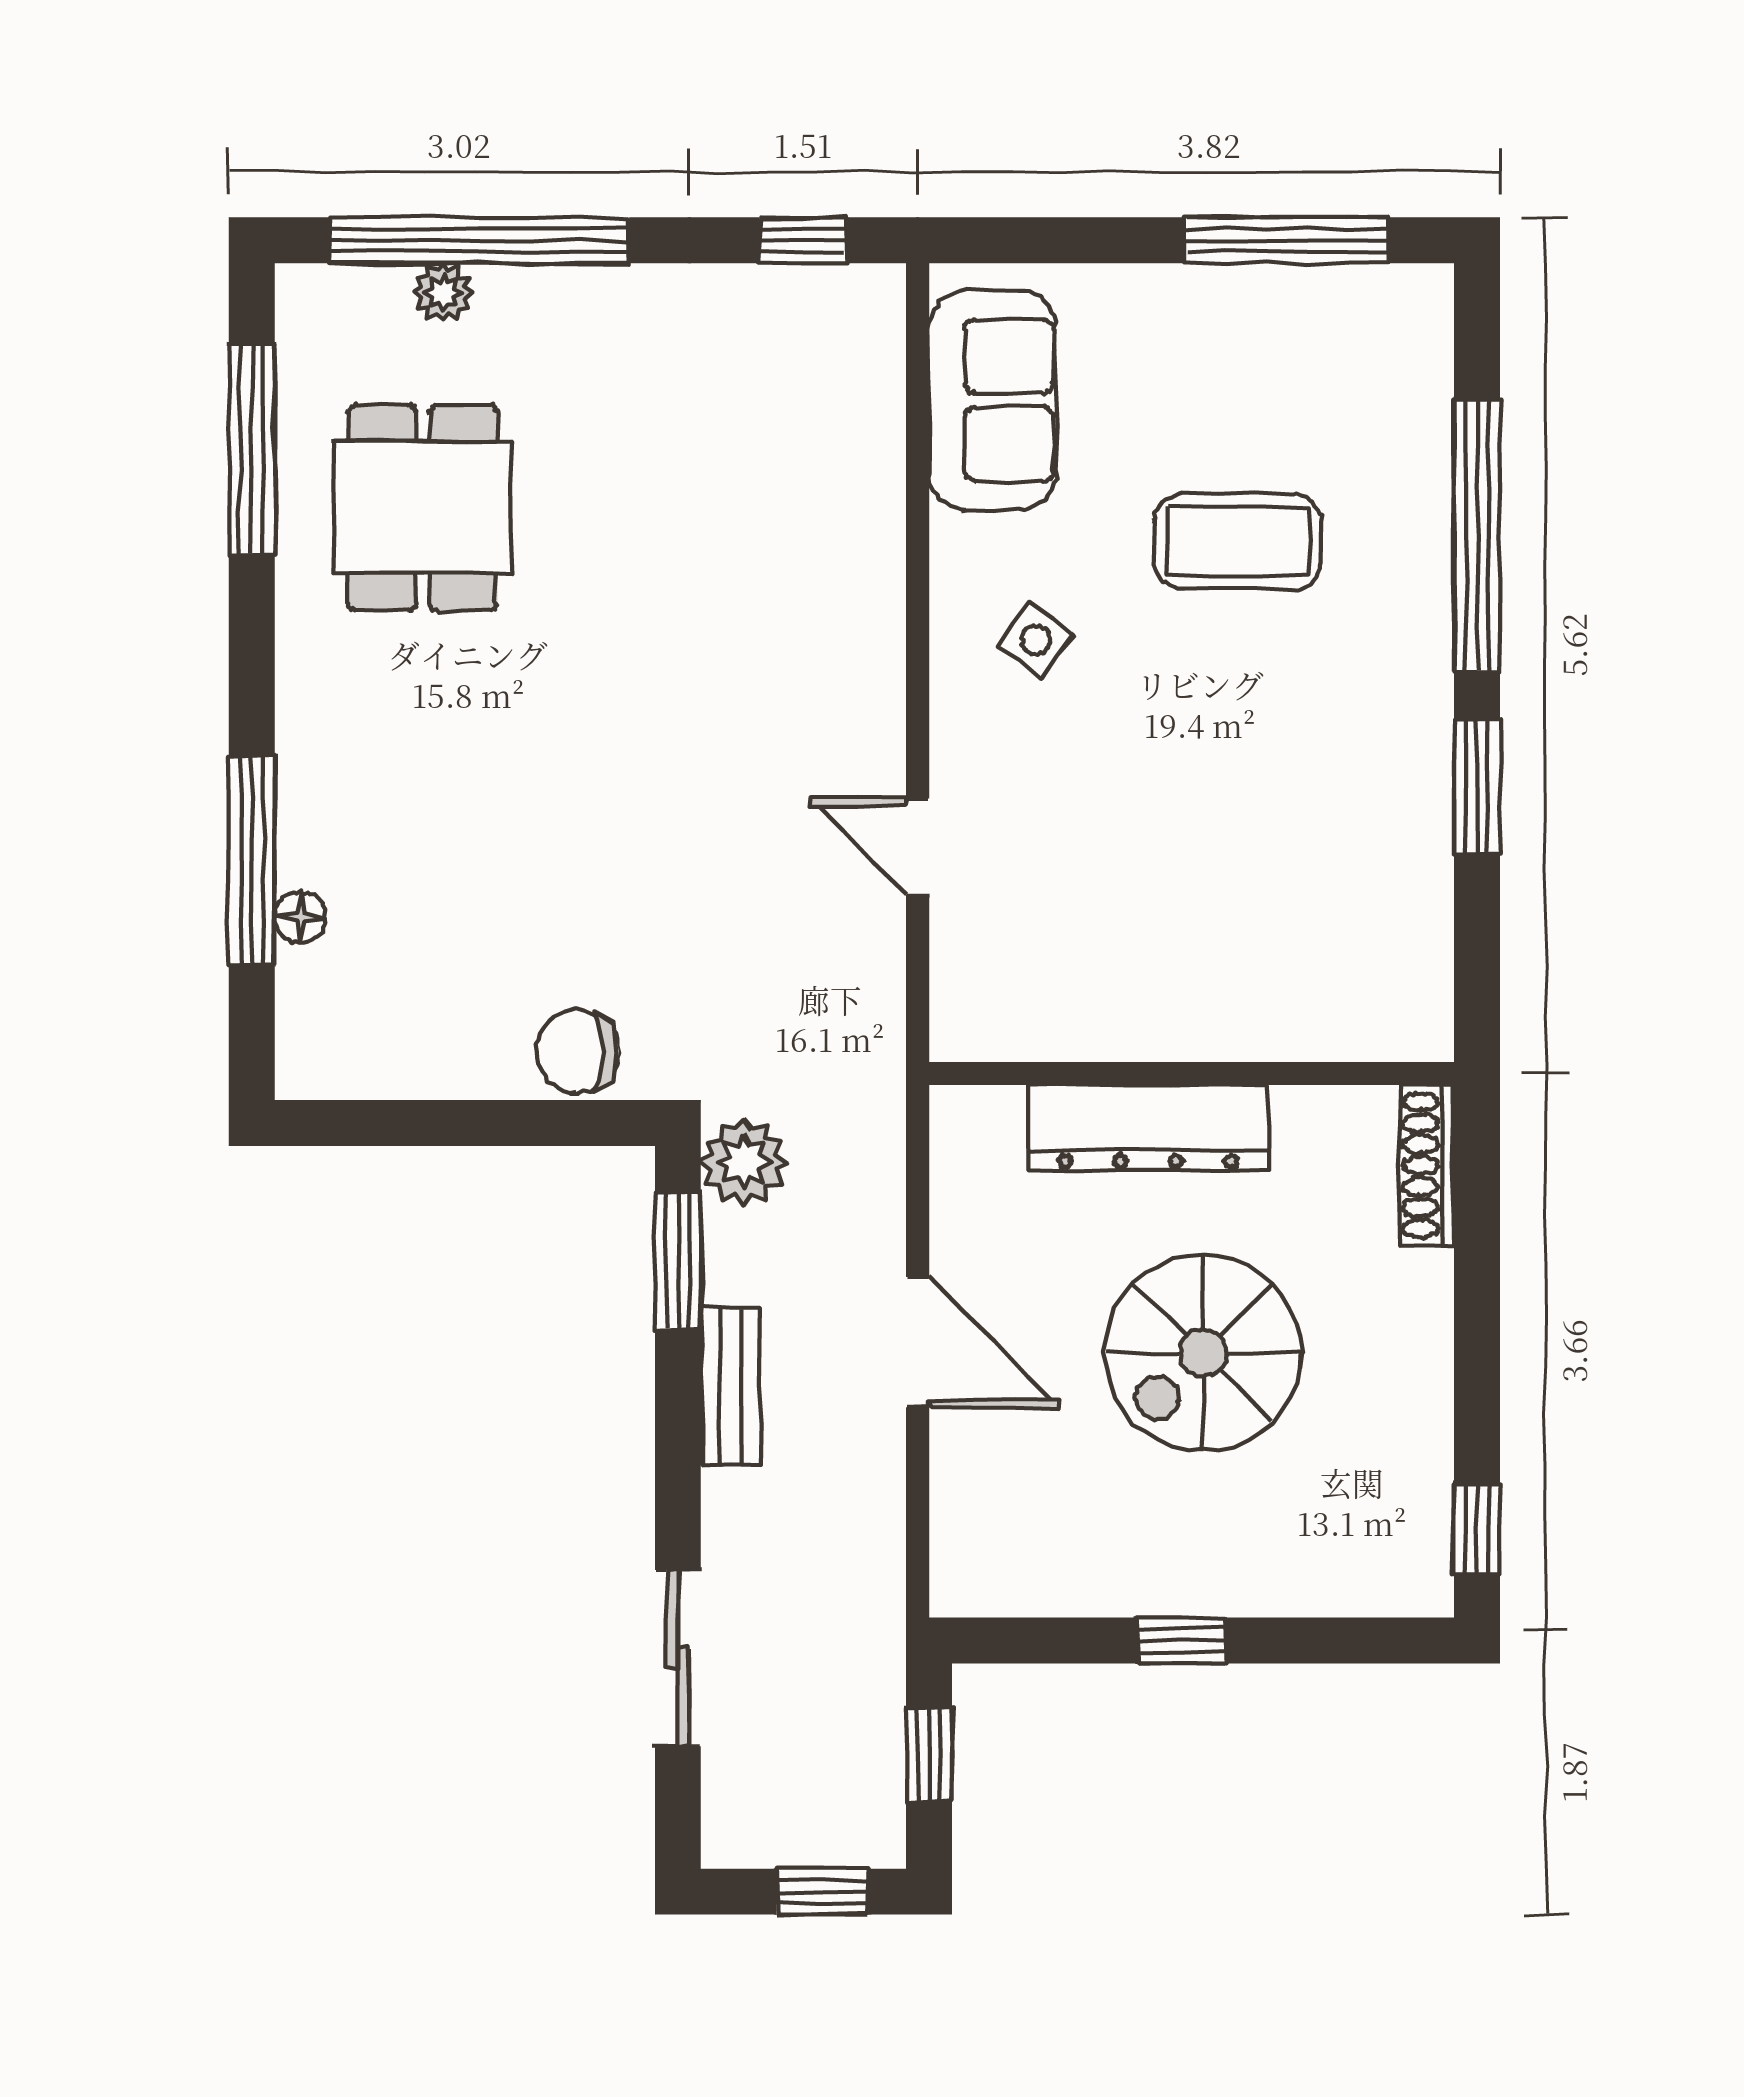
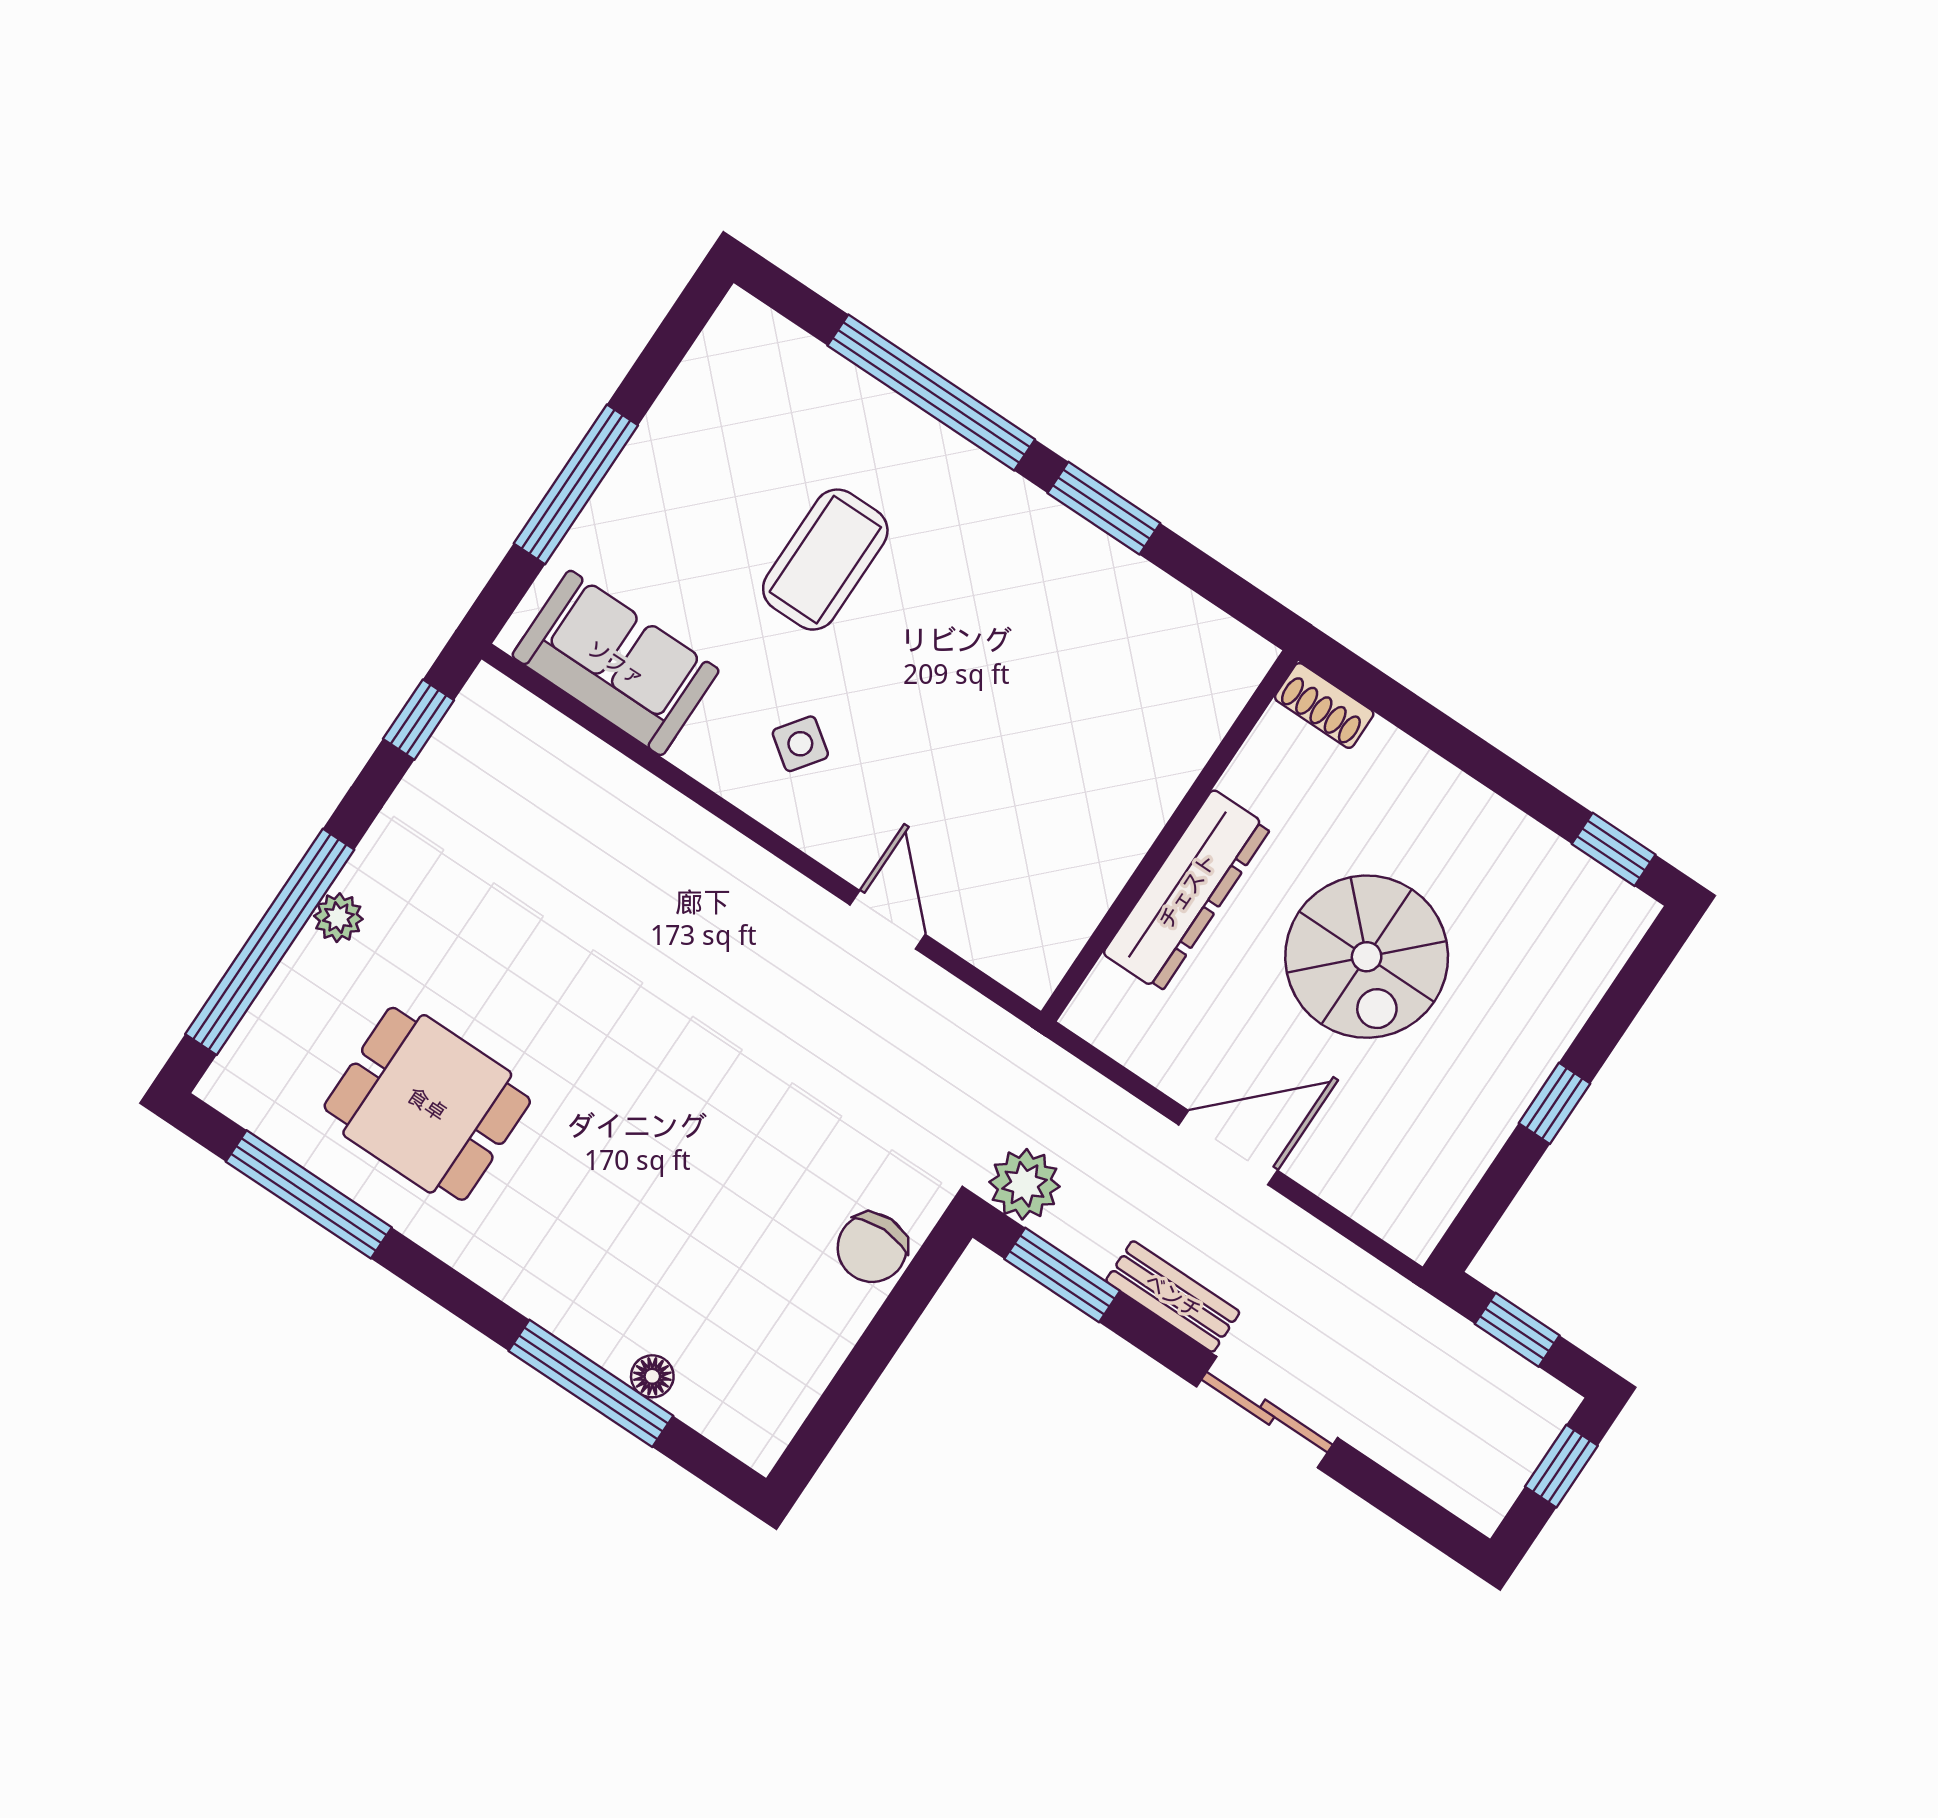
window: (1287, 240) -> (576, 484), moved
plant: (443, 293) -> (338, 918), moved
door: (918, 846) -> (888, 920), swing flipped
shoe rack: (1427, 1165) -> (1324, 705), width x0.70
sliding door: (678, 1658) -> (1267, 1412), moved

